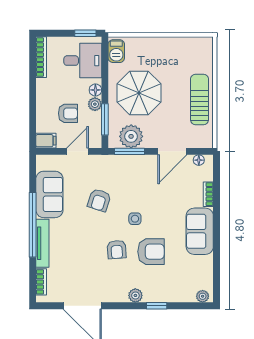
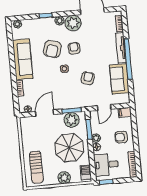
plant: (151, 46) -> (64, 178), added
sun lounger: (200, 99) -> (36, 167), moved
armchair: (68, 113) -> (121, 137), moved
sofa: (200, 231) -> (23, 59), width x1.36
armchair: (151, 252) -> (52, 49), turned -73
plant: (115, 290) -> (73, 23), added

